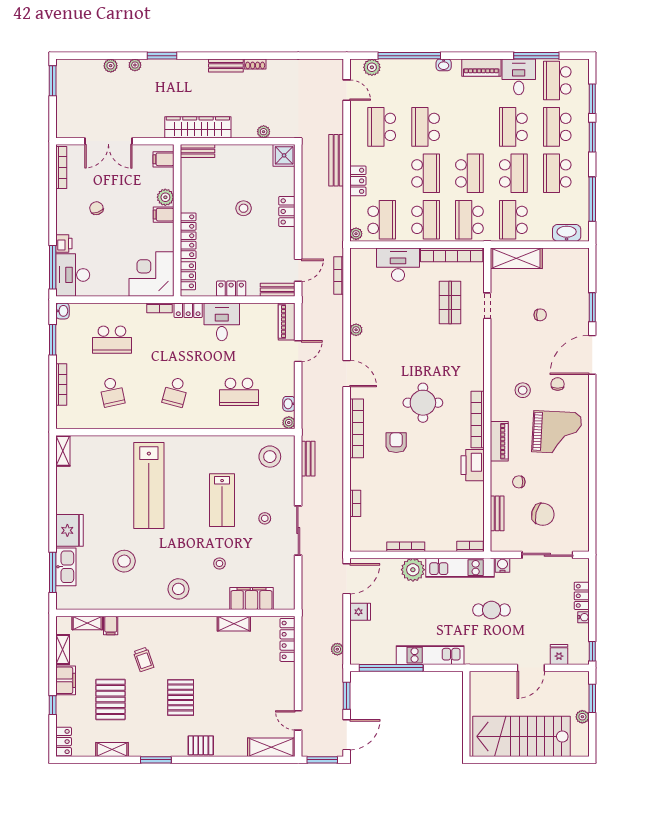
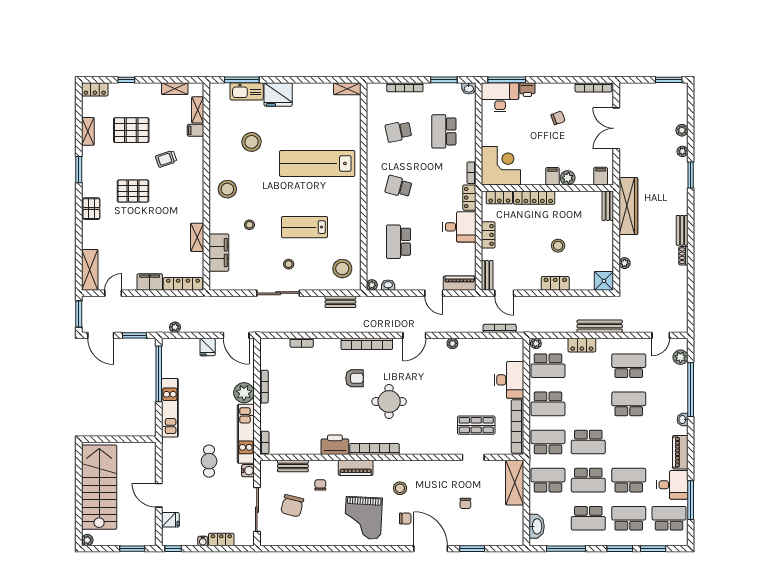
school desk: (426, 173) -> (588, 404), removed
school desk: (557, 173) -> (588, 518), turned 180
filing cabinet: (66, 680) -> (150, 282), moved, turned 180
plant: (582, 717) -> (87, 540), moved

